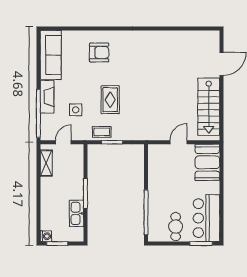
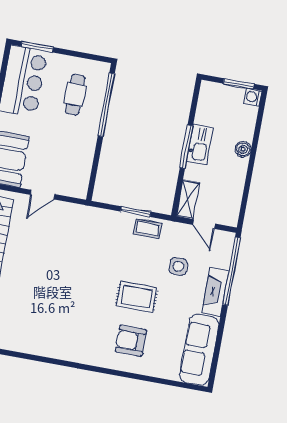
rug: (110, 100) -> (137, 297), moved, turned 90
door: (63, 142) -> (204, 224), hinge flipped
shelving: (46, 163) -> (188, 200), moved
boiler: (46, 199) -> (243, 149), added
kitchen sink: (77, 213) -> (200, 144), moved
cafe table: (176, 227) -> (75, 95), moved

